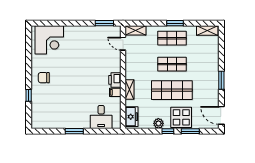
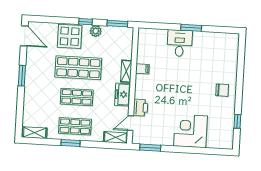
corner desk: (49, 40) -> (191, 131), moved
door: (123, 44) -> (131, 123), swing flipped
printer: (115, 80) -> (141, 108), moved
window: (29, 95) -> (237, 121), moved
desk: (101, 117) -> (180, 43), moved
freezer: (132, 117) -> (123, 94), moved
window: (190, 131) -> (117, 24), moved

